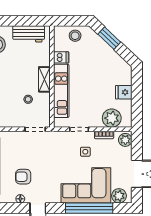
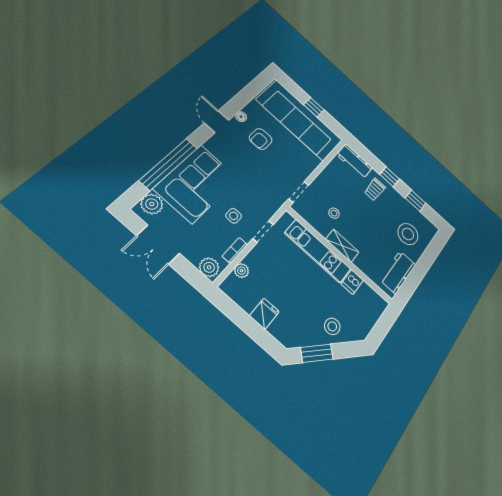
stool: (75, 36) -> (332, 326), moved
window: (109, 38) -> (317, 353), moved
plant: (112, 118) -> (242, 271), width x0.53, depth x0.53
armchair: (23, 177) -> (261, 139), turned 180

